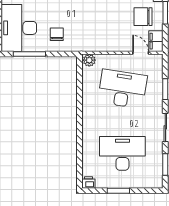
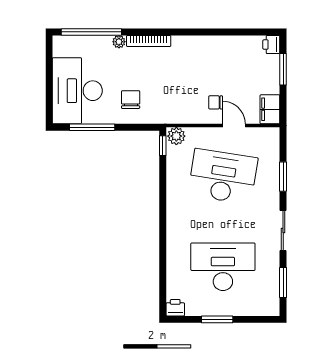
chair: (143, 17) -> (216, 102), moved, width x0.54, depth x0.54
door: (141, 53) -> (234, 126), moved
window: (80, 67) -> (163, 146), added

